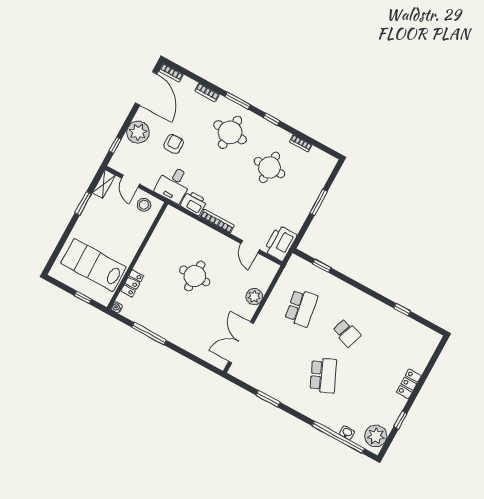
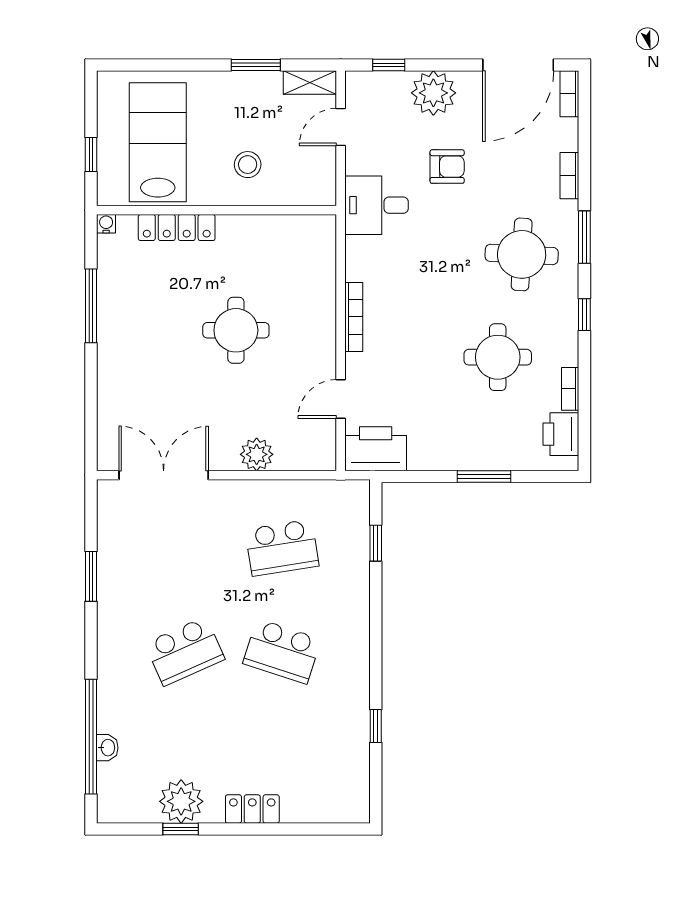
printer: (194, 203) -> (561, 434), moved, turned 180
stool: (144, 205) -> (248, 165), moved
locker: (132, 283) -> (177, 228), width x1.53
school desk: (347, 333) -> (282, 651), width x1.85
plant: (376, 436) -> (181, 801), moved

